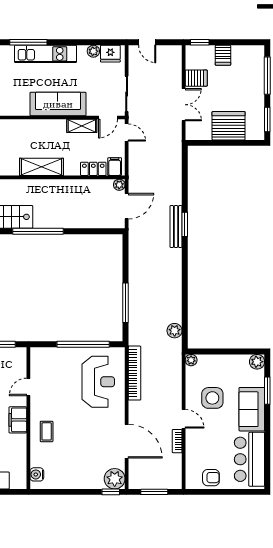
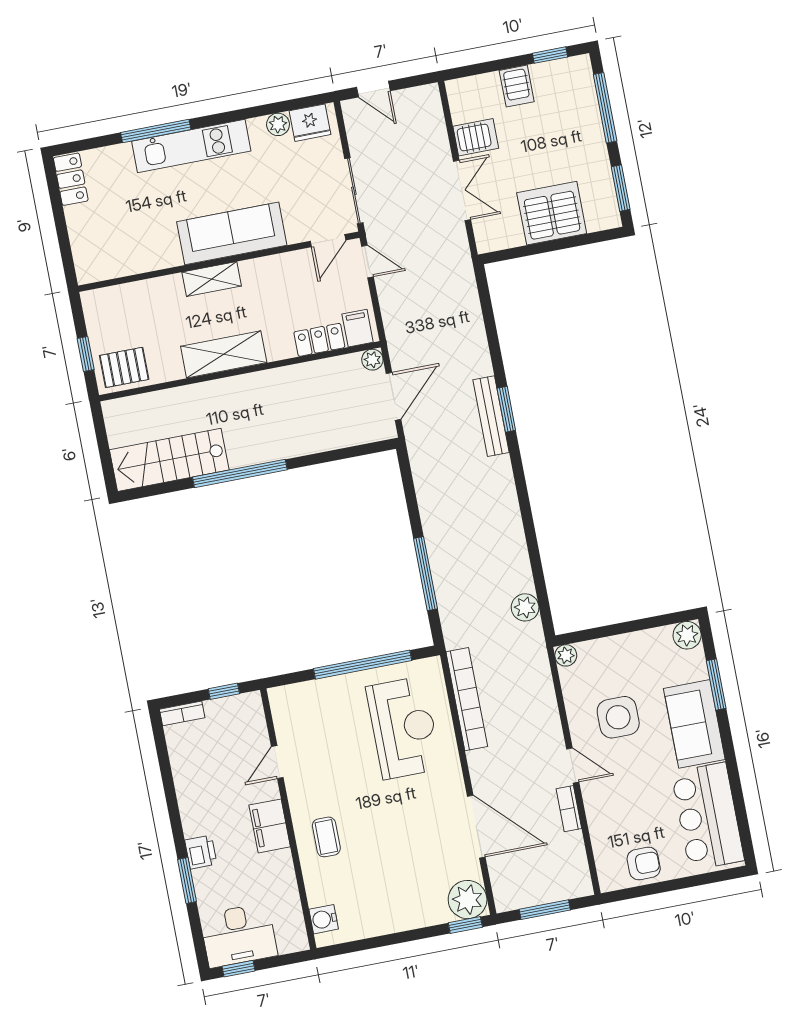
window: (200, 42) -> (550, 55), moved
shelving: (82, 126) -> (212, 279), moved

